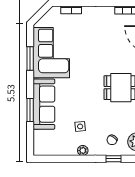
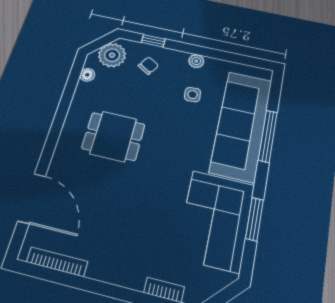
sofa: (44, 104) -> (241, 125), width x1.36, depth x1.27
window: (30, 110) -> (268, 136), width x1.44

